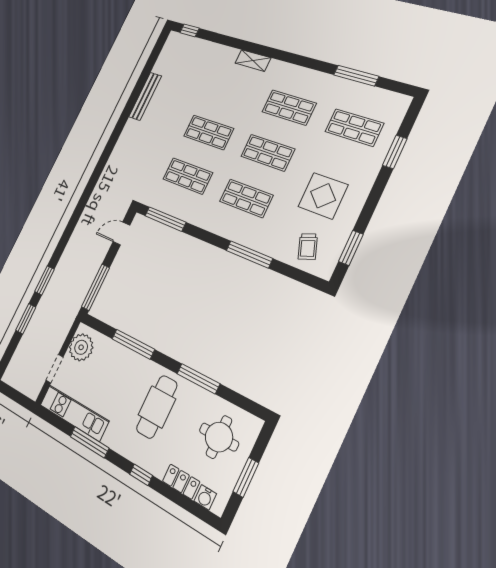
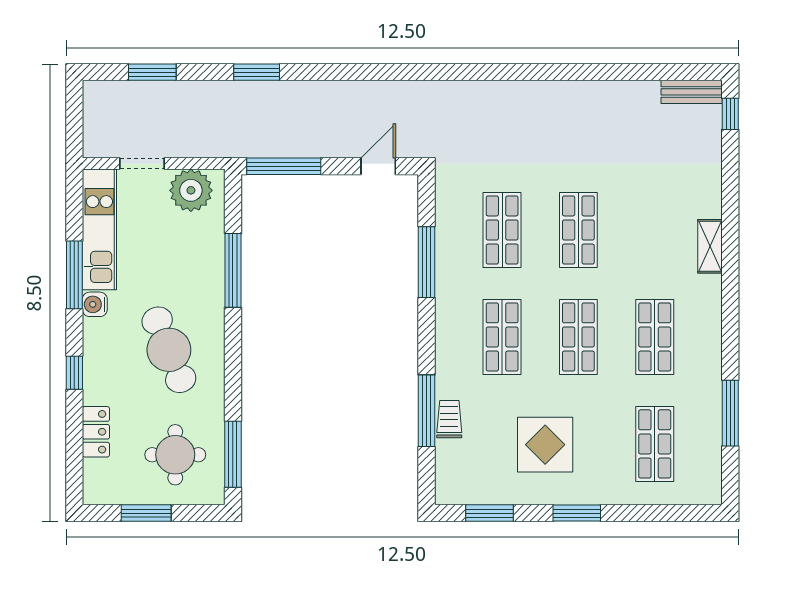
bench: (145, 96) -> (692, 92), moved, width x0.73
window: (395, 152) -> (577, 513), moved
window: (165, 219) -> (427, 262), moved
door: (121, 233) -> (378, 166), hinge flipped
trolley: (308, 247) -> (449, 419), moved, turned 110
window: (249, 254) -> (427, 411), moved
window: (26, 319) -> (152, 72), moved
window: (198, 379) -> (233, 454), moved
cafe table: (157, 407) -> (169, 350), turned 68
water cooler: (205, 497) -> (95, 304), moved

